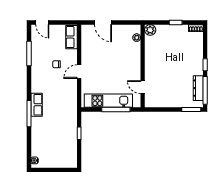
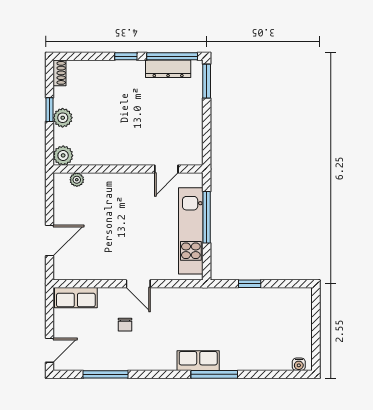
plant: (171, 30) -> (63, 118), added

